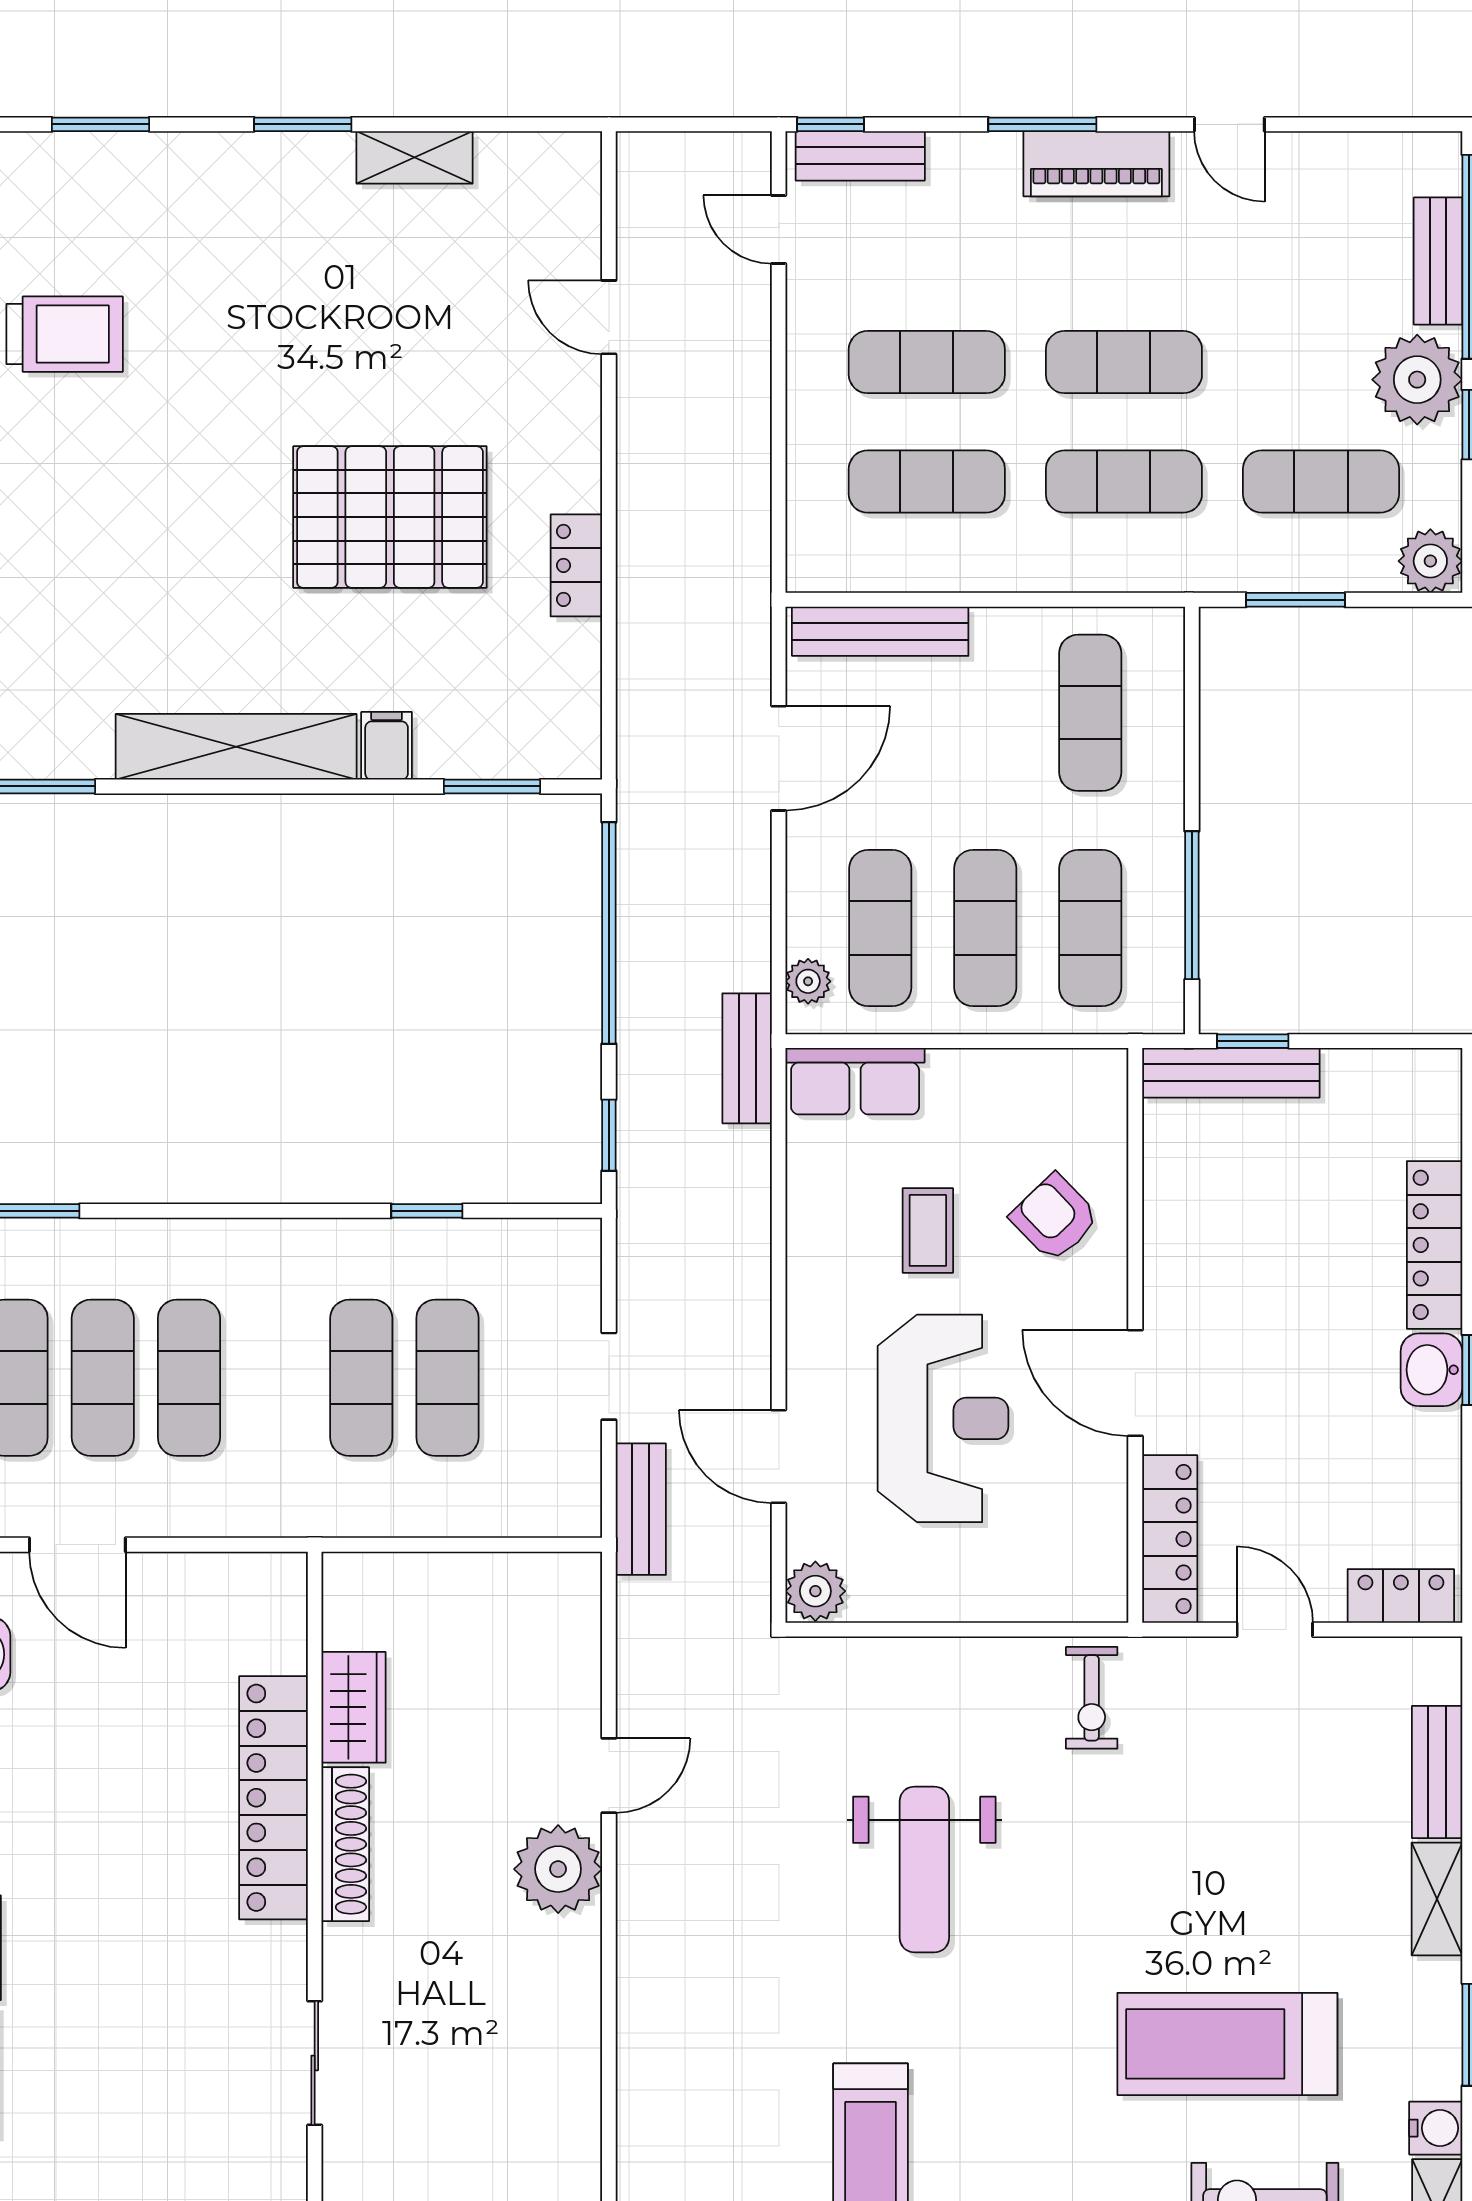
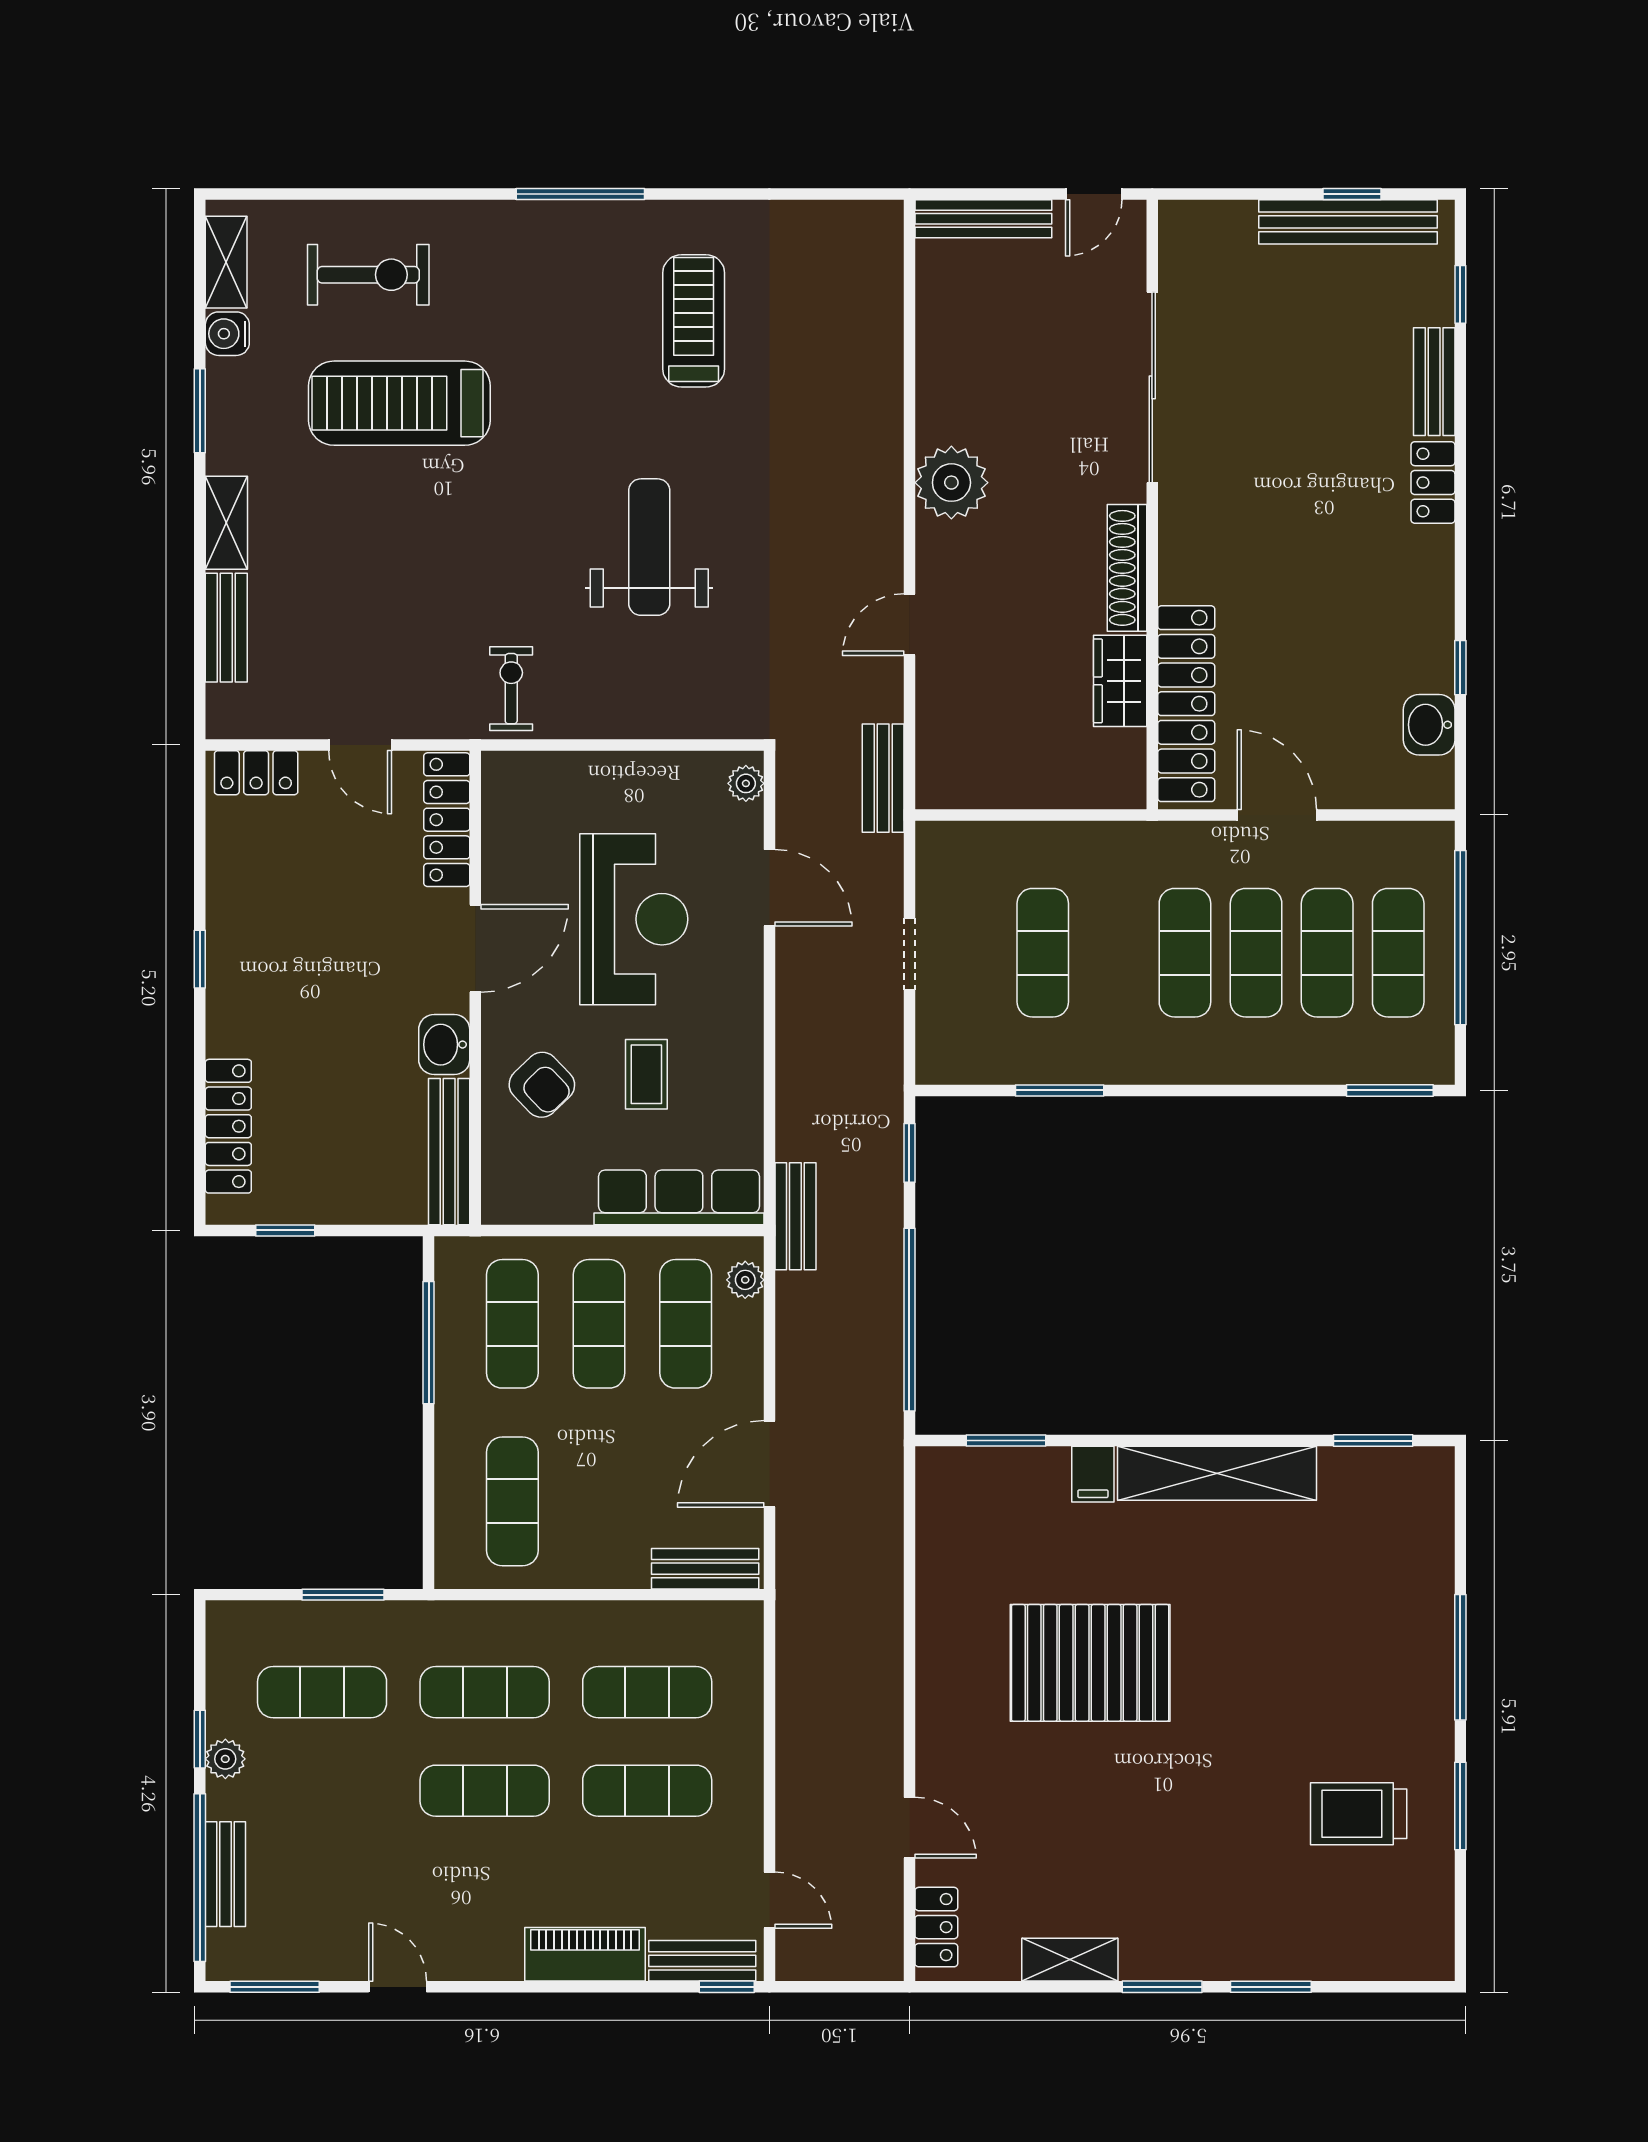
window: (100, 124) -> (1271, 1987), moved
window: (1042, 124) -> (275, 1987), moved
piano: (1096, 164) -> (585, 1954), moved
plant: (1417, 380) -> (225, 1759), width x0.53, depth x0.53
plant: (1430, 561) -> (232, 1627), removed
locker: (576, 565) -> (936, 1927), moved
bench: (880, 631) -> (705, 1569), width x0.73
window: (1253, 1041) -> (285, 1230), moved
bench: (1231, 1073) -> (449, 1152), moved, turned 90
row of seats: (855, 1081) -> (679, 1197), width x1.48
window: (427, 1211) -> (1060, 1090), width x1.50
locker: (1435, 1245) -> (228, 1126), moved
washbasin: (1431, 1370) -> (444, 1045), moved, turned 180
exercise mat: (361, 1378) -> (1185, 953), moved
door: (1135, 1383) -> (475, 948), hinge flipped
reception desk: (943, 1418) -> (634, 919), turned 180
bench: (641, 1509) -> (883, 778), moved
door: (77, 1545) -> (1277, 815), moved
plant: (815, 1591) -> (746, 783), width x0.73, depth x0.73
locker: (273, 1798) -> (1186, 704), moved
plant: (558, 1869) -> (951, 483), moved
treadmill: (1227, 2044) -> (399, 403), turned 180
sliding door: (315, 2063) -> (1152, 387), width x1.86

